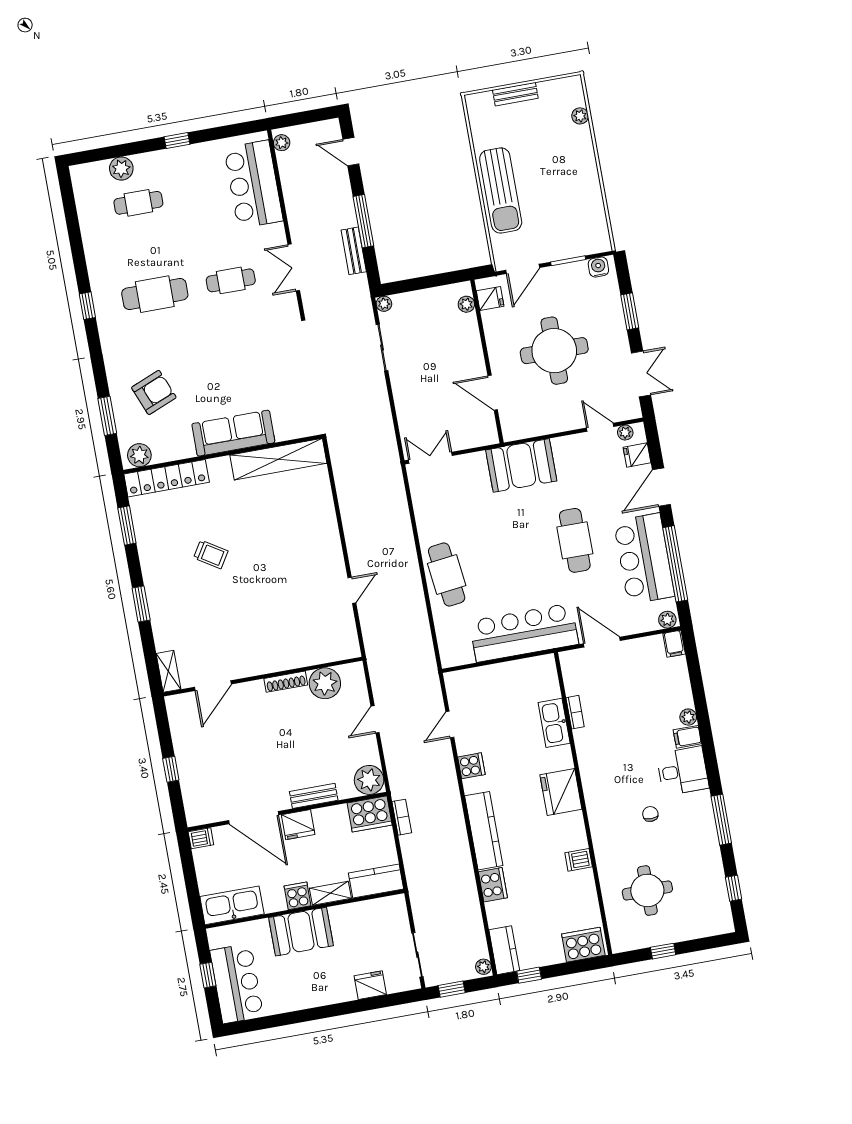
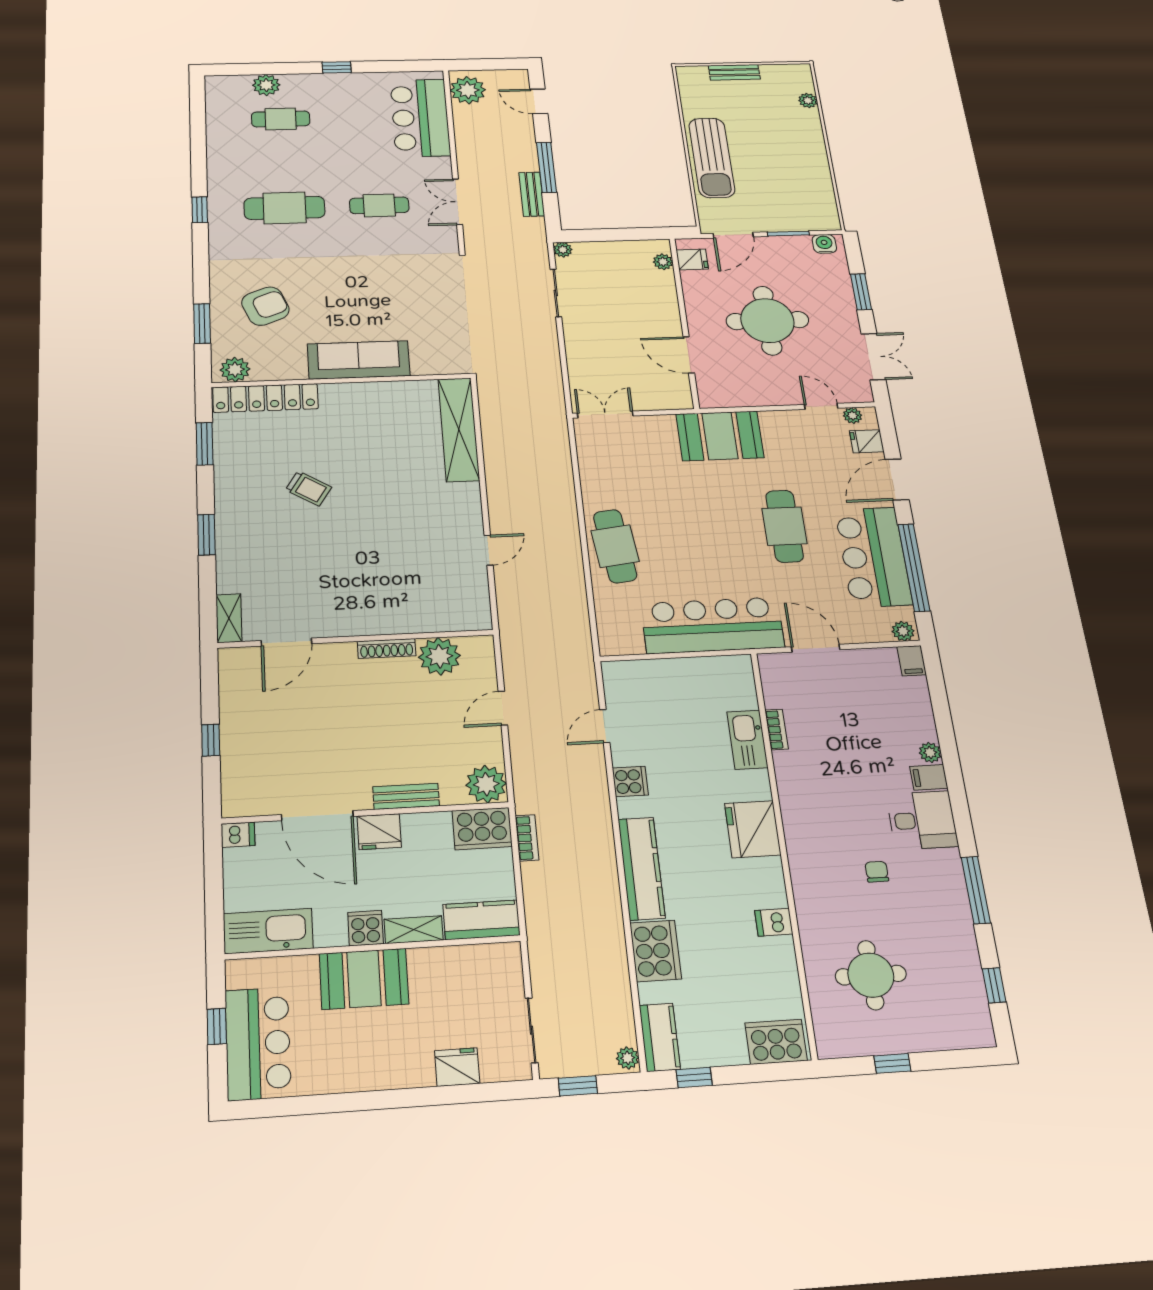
plant: (282, 143) -> (468, 90), width x1.88, depth x1.88
shelving: (278, 459) -> (459, 429), moved, turned 90
cooker: (493, 885) -> (656, 951), width x1.37, depth x1.31

